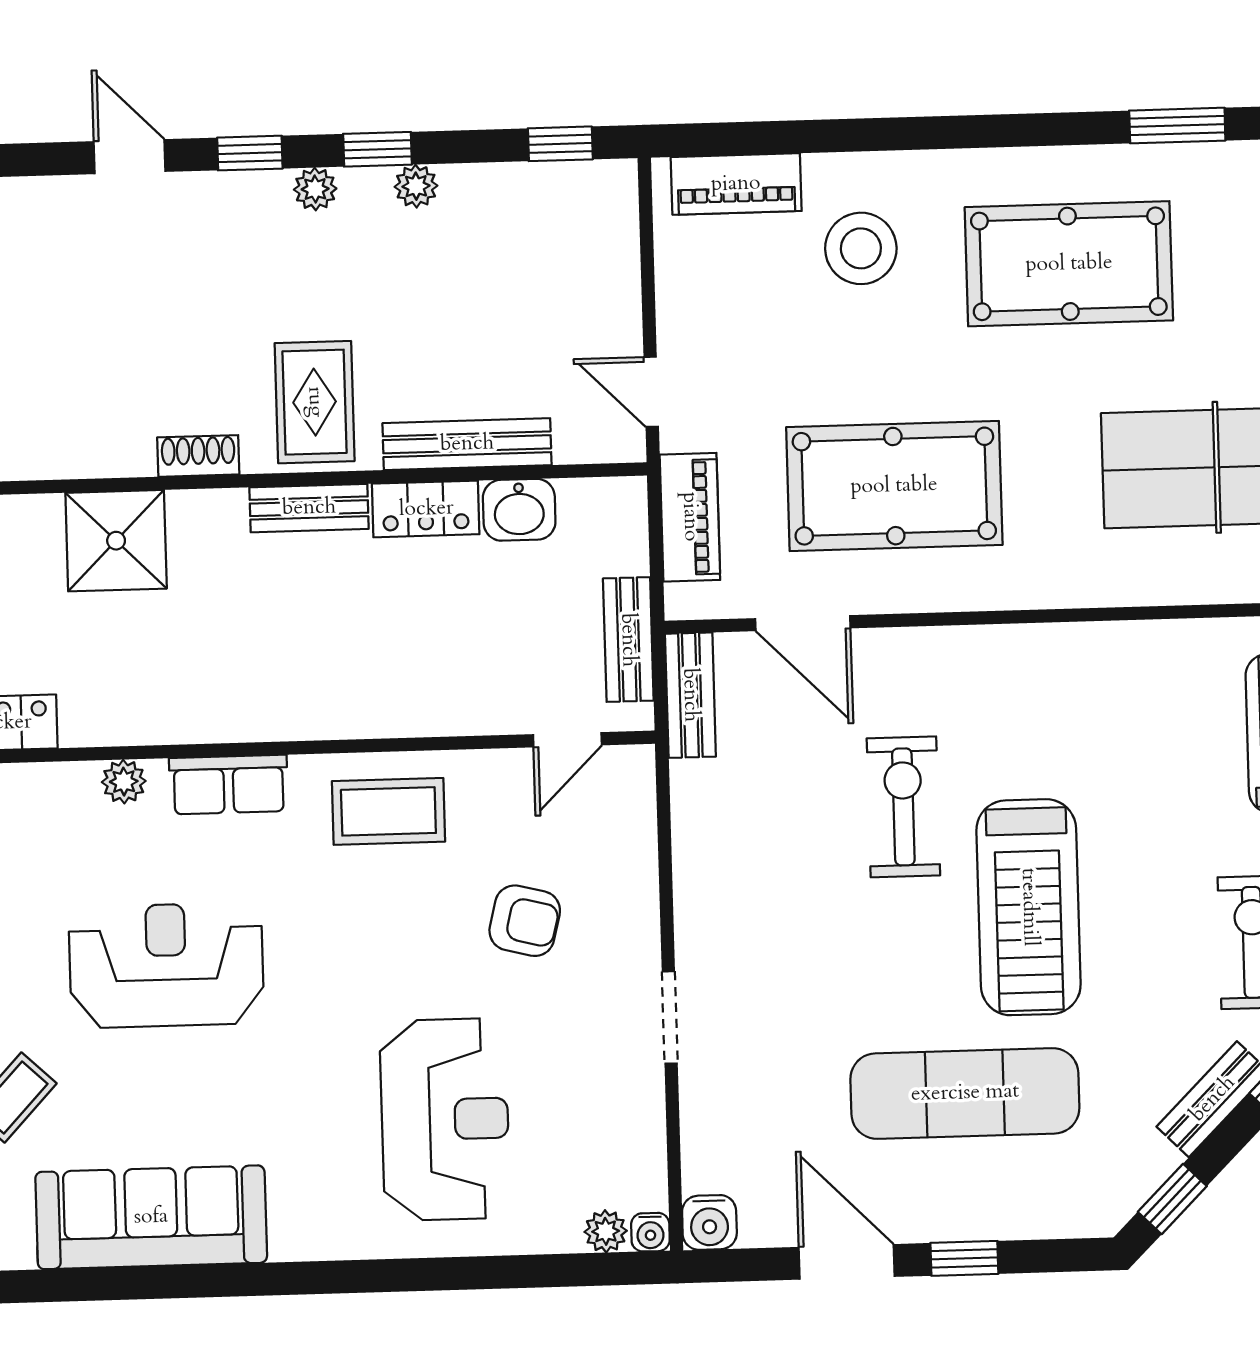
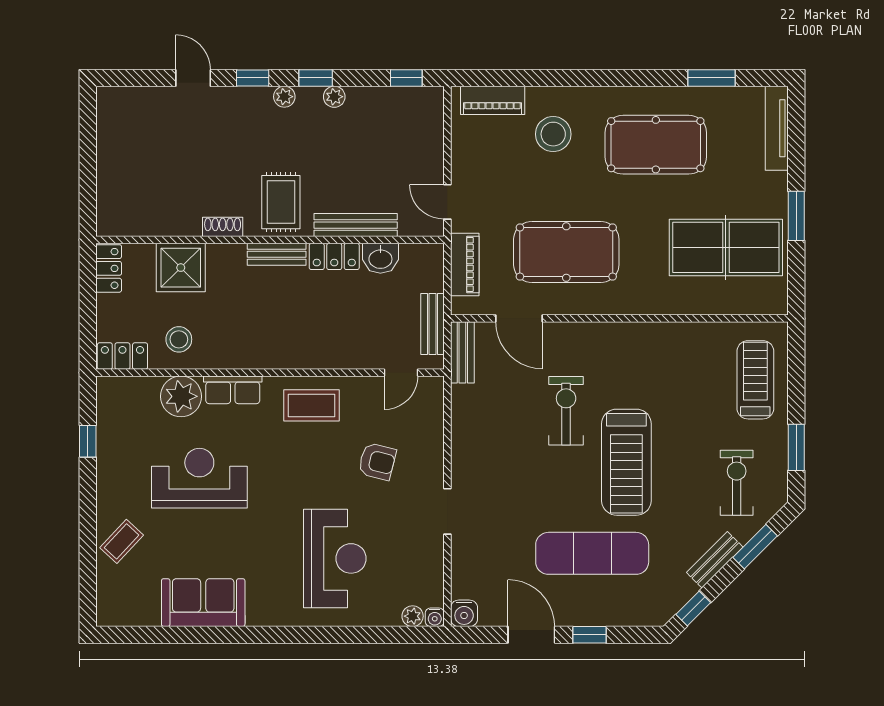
stool: (117, 686) -> (179, 339), added
plant: (124, 782) -> (181, 396), width x1.88, depth x1.88
sofa: (151, 1217) -> (203, 603), width x0.73

